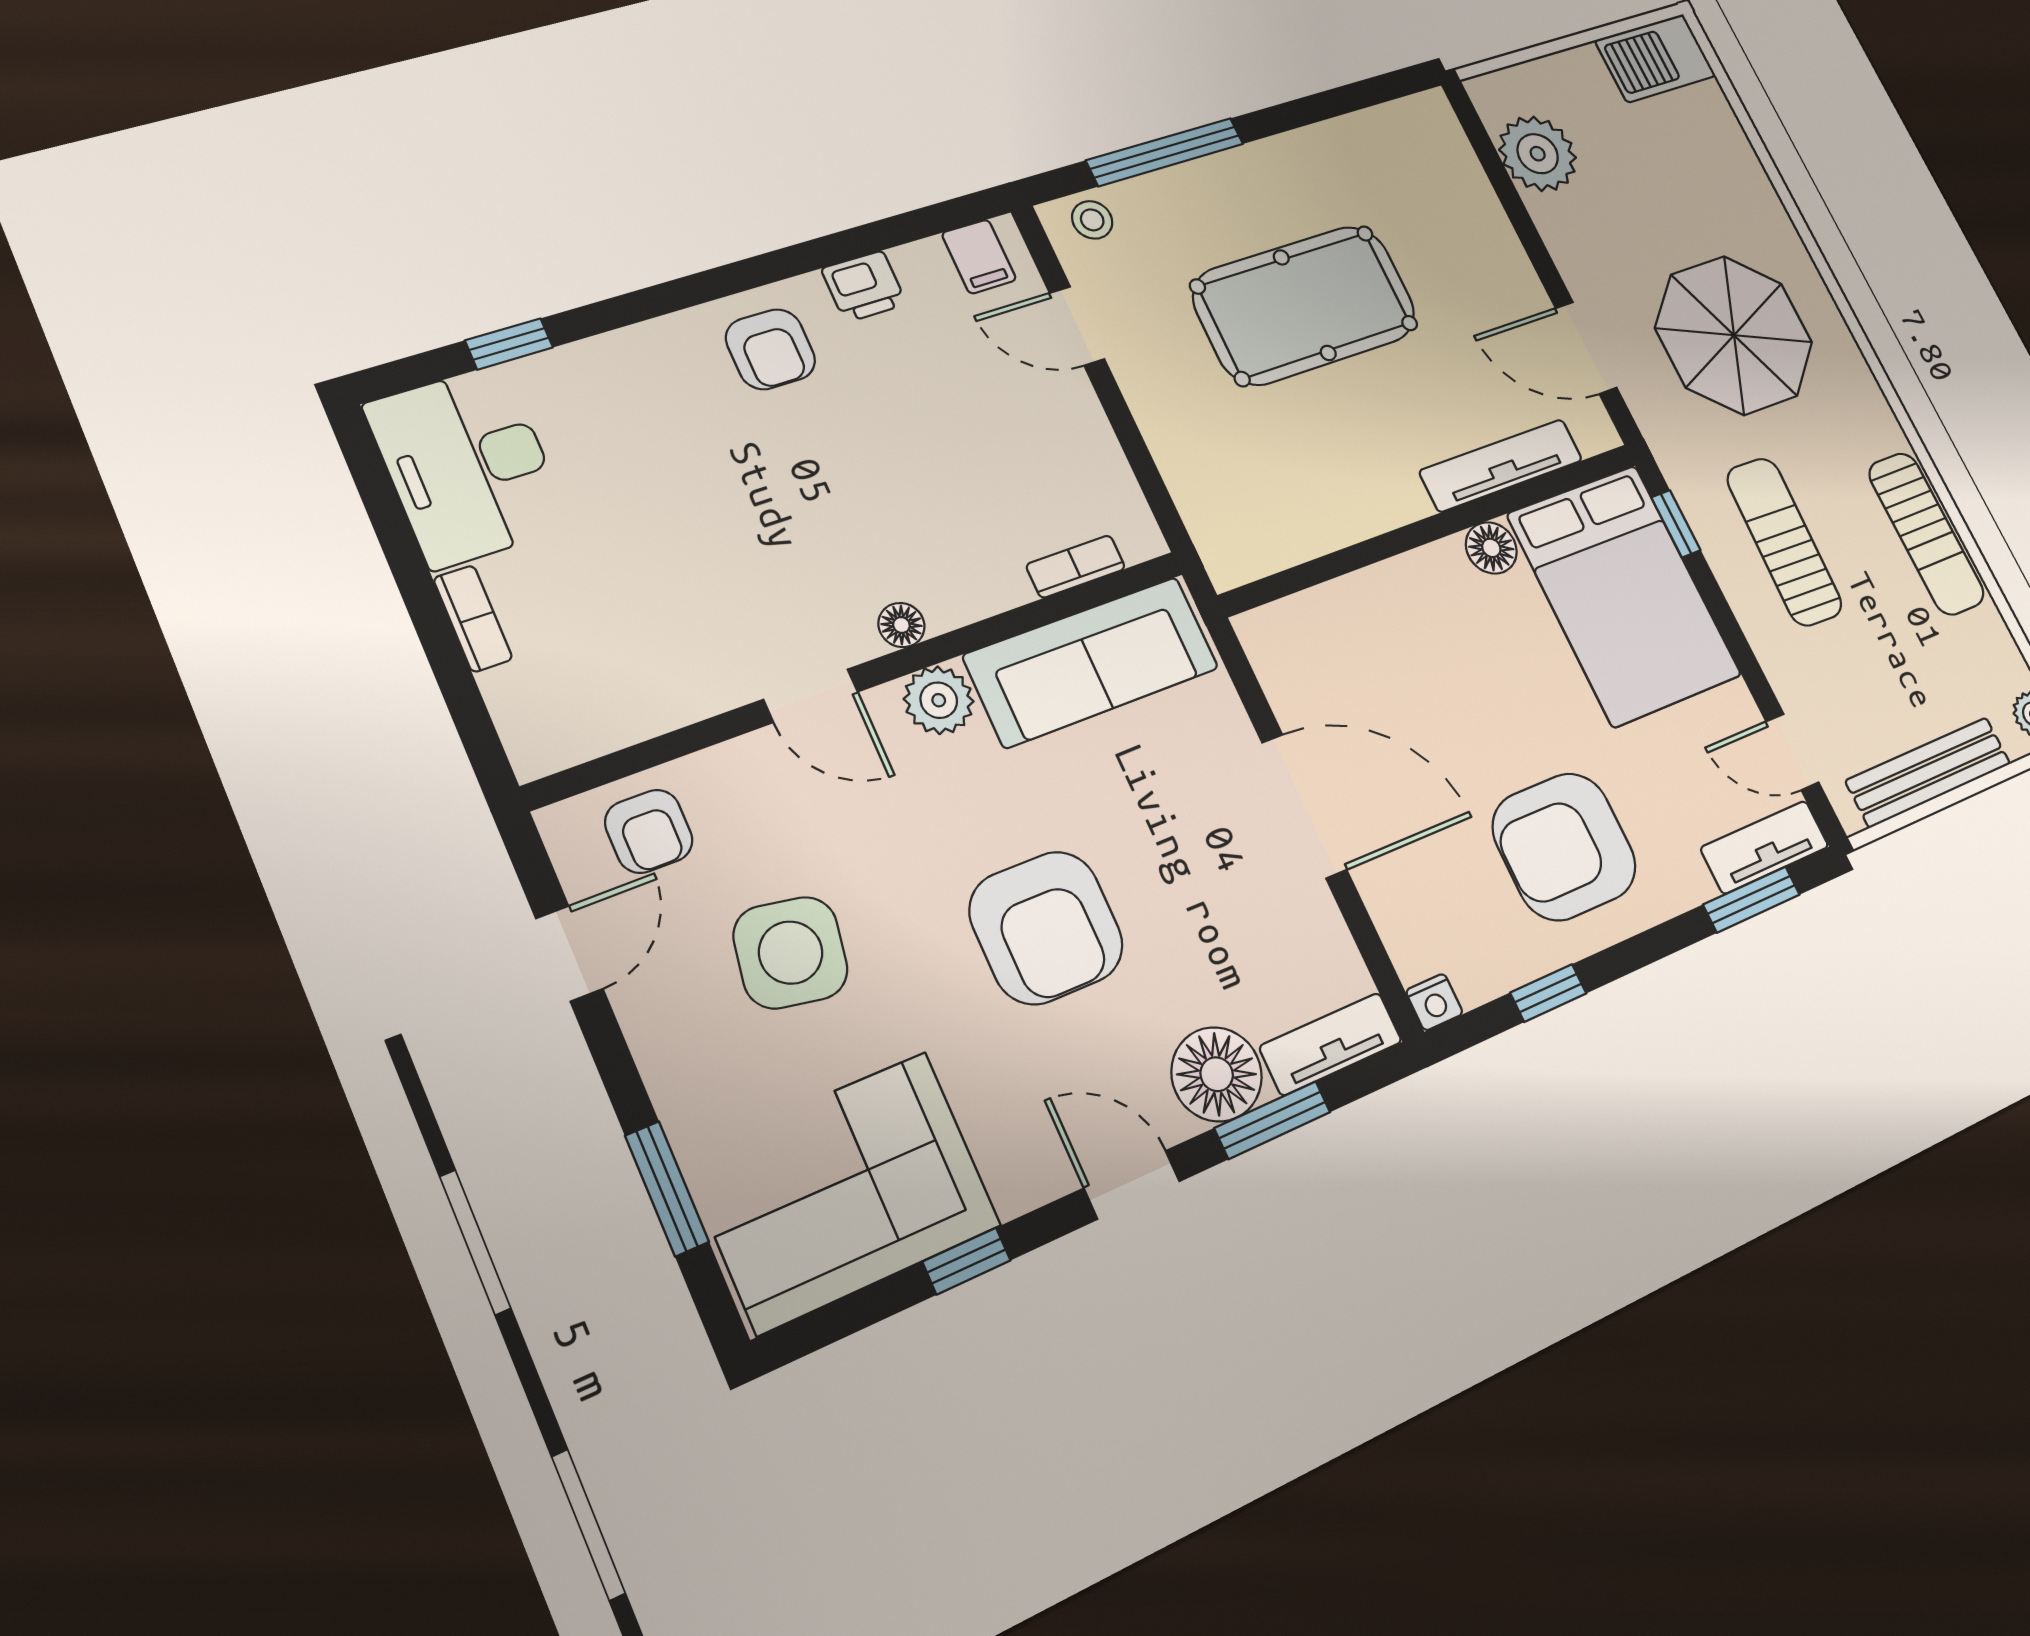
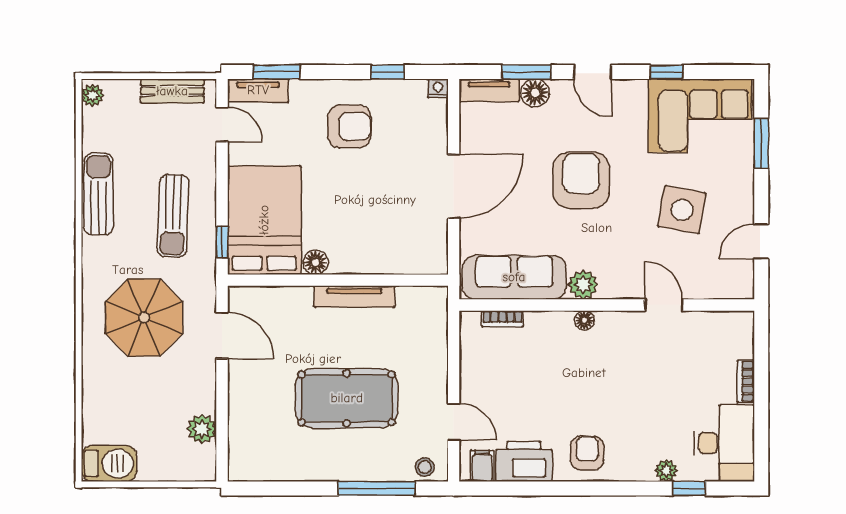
plant: (1538, 154) -> (202, 429), width x0.73, depth x0.73
printer: (864, 286) -> (524, 461), width x1.87, depth x1.48
plant: (578, 366) -> (666, 471), added
tv unit: (1501, 465) -> (354, 297), moved
door: (811, 696) -> (664, 305), moved
bench: (1928, 772) -> (172, 91), width x0.73
door: (1304, 806) -> (454, 186), swing flipped
armchair: (649, 831) -> (715, 276), removed
armchair: (1564, 846) -> (349, 126), width x0.73, depth x0.73
floor lamp: (1217, 1074) -> (535, 93), width x0.73, depth x0.73

